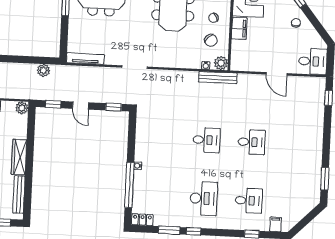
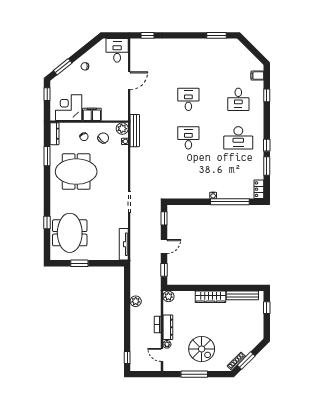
plant: (43, 70) -> (136, 301), moved
desk: (204, 198) -> (238, 138), turned 180
desk: (249, 201) -> (238, 99), turned 180

